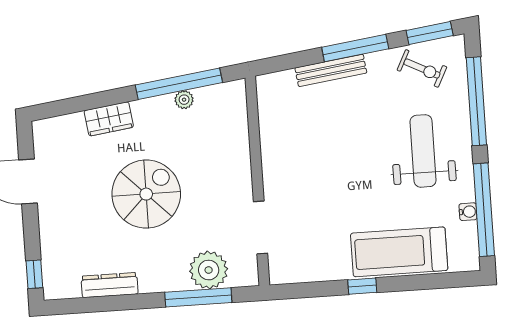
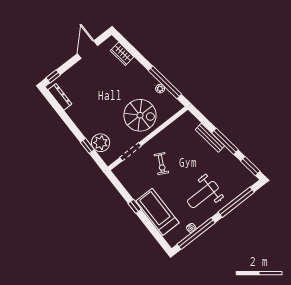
exercise bike: (422, 68) -> (161, 164), moved
wardrobe: (109, 119) -> (122, 54), moved
weight bench: (423, 151) -> (203, 195), turned 180
spiral stairs: (146, 194) -> (140, 115), moved
dresser: (110, 285) -> (60, 97), moved
window: (198, 297) -> (87, 146), width x0.46

